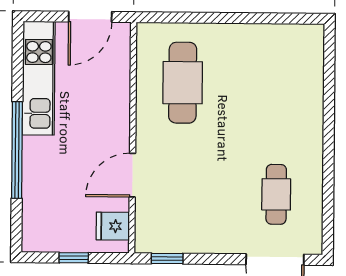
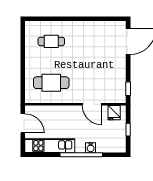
water cooler: (33, 171) -> (91, 148), added
cafe table: (276, 194) -> (51, 41), moved

